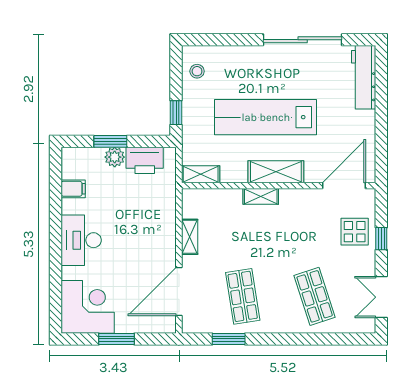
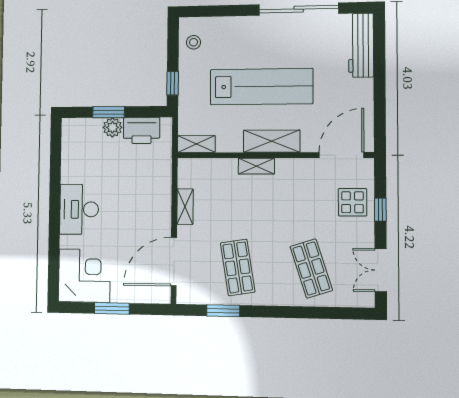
lab bench: (266, 117) -> (261, 87), turned 180
filing cabinet: (73, 189) -> (72, 159), removed

